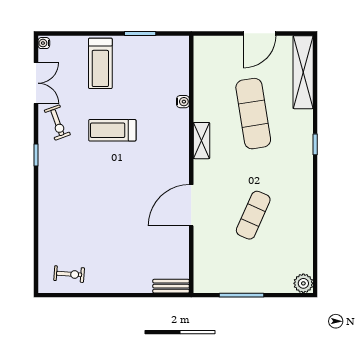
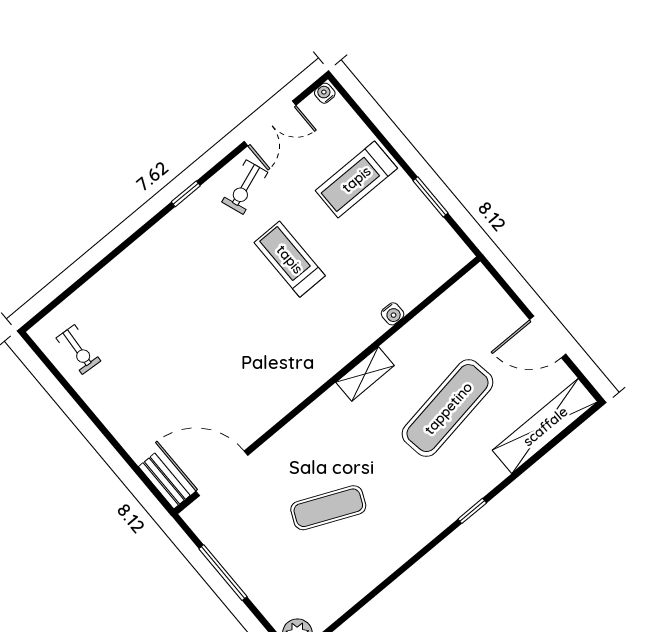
door: (191, 205) -> (222, 473), moved

